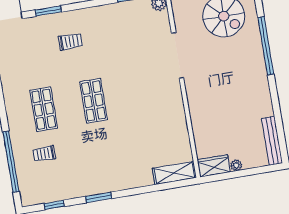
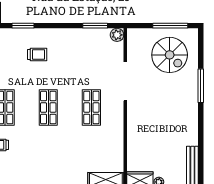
window: (266, 46) -> (201, 86), width x0.68
shop shelf: (143, 92) -> (91, 107), added

